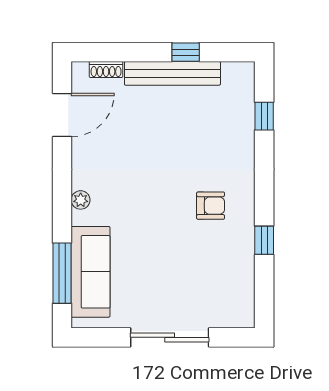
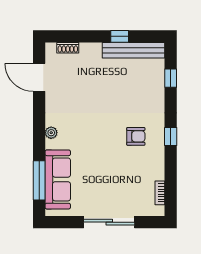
bench: (172, 73) -> (134, 50), moved
door: (62, 115) -> (39, 77), swing flipped
window: (264, 240) -> (171, 136), moved
bookcase: (248, 293) -> (160, 193), added

